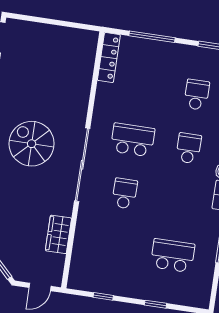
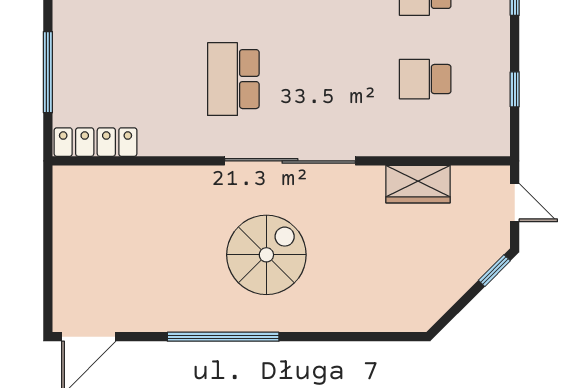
spiral stairs: (32, 144) -> (266, 255), turned 180
school desk: (125, 194) -> (425, 79), moved

